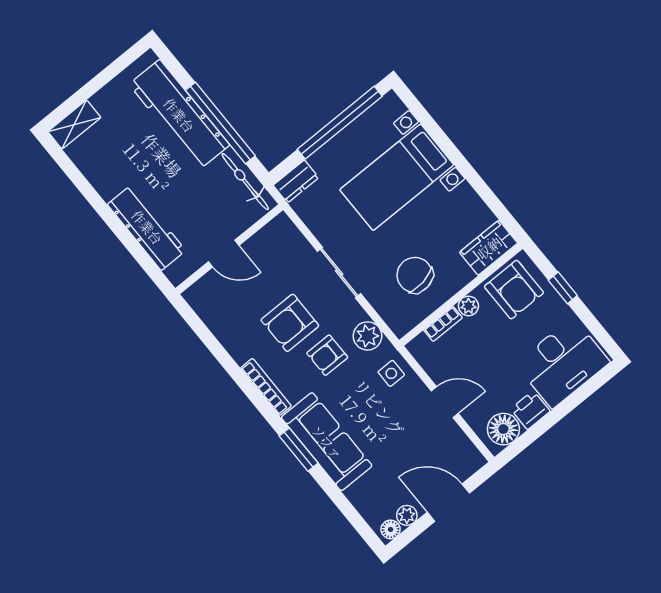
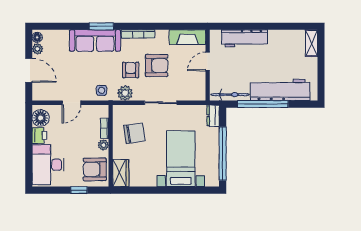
fireplace: (212, 312) -> (187, 37), added
armchair: (290, 323) -> (157, 65), turned 90
door: (448, 503) -> (29, 70), hinge flipped

